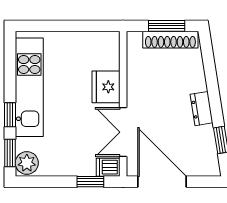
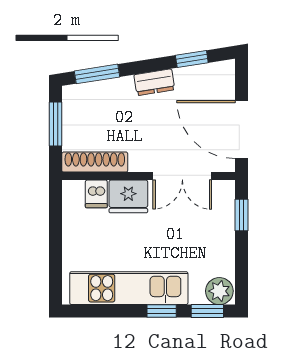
shoe rack: (170, 40) -> (95, 162), moved, turned -90
window: (208, 61) -> (97, 74), added
dishwasher: (108, 167) -> (96, 194), moved
door: (162, 182) -> (242, 130), hinge flipped

